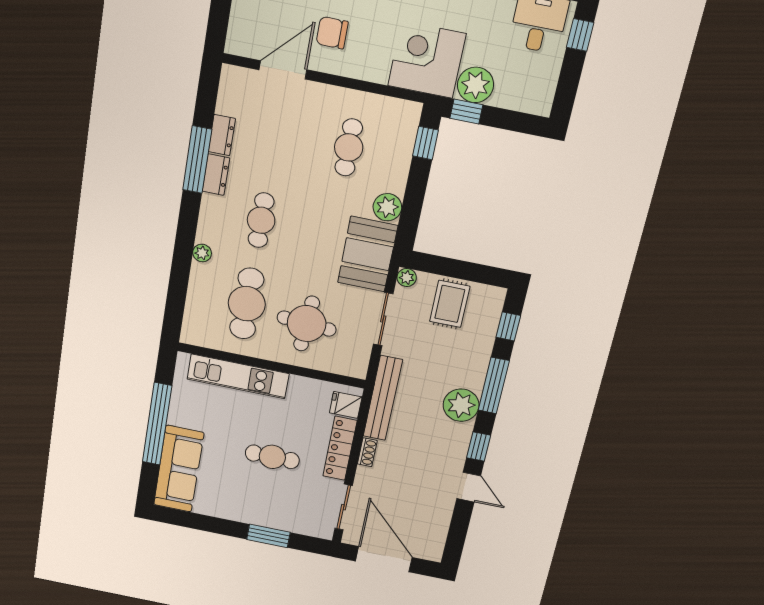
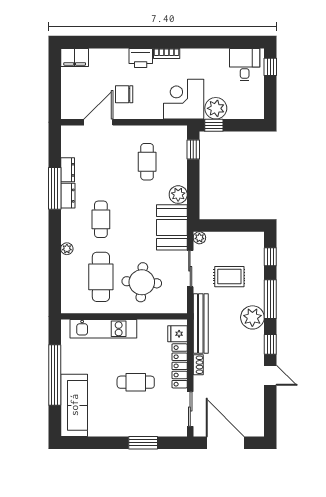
rug: (450, 304) -> (229, 277), moved, turned 90

